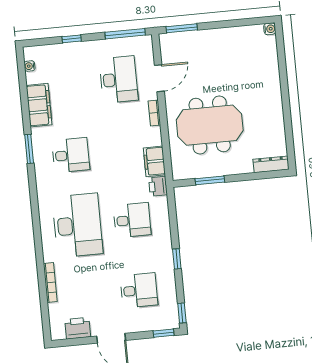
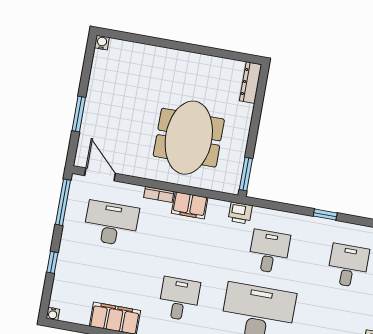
window: (182, 28) -> (79, 114), moved
water cooler: (30, 66) -> (53, 314), moved
door: (159, 78) -> (100, 174), moved
filing cabinet: (154, 161) -> (190, 205), moved
window: (210, 180) -> (246, 174), moved

